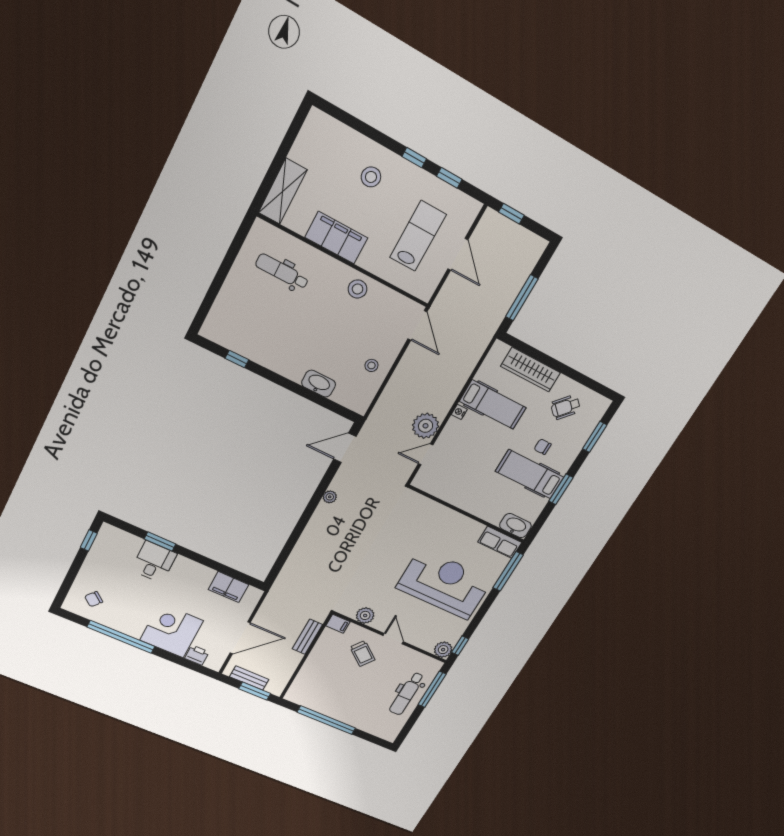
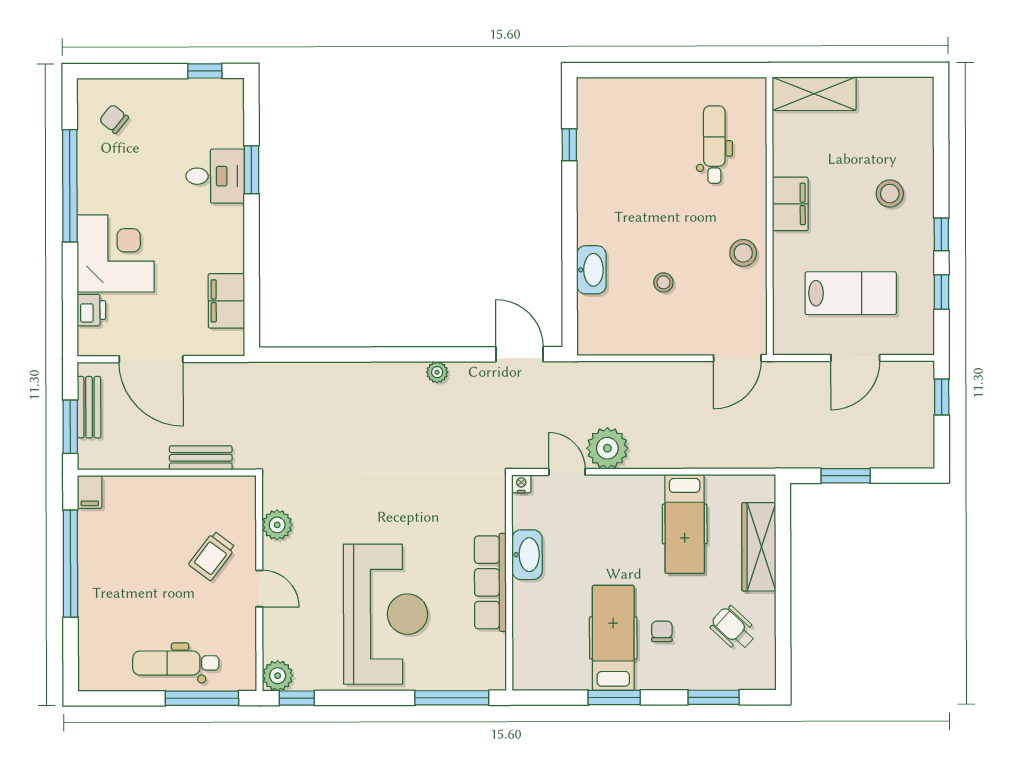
filing cabinet: (336, 238) -> (790, 204), width x0.67, depth x0.86
window: (522, 298) -> (846, 476), width x0.69
stool: (371, 365) -> (663, 282), moved
nightstand: (459, 412) -> (521, 484), moved
washbasin: (515, 526) -> (527, 555), moved
row of seats: (500, 542) -> (490, 582), moved, width x1.48
filing cabinet: (338, 624) -> (90, 492), moved
door: (393, 639) -> (259, 589), hinge flipped

